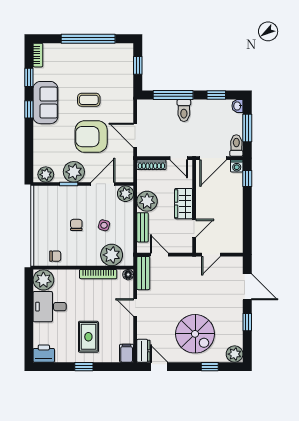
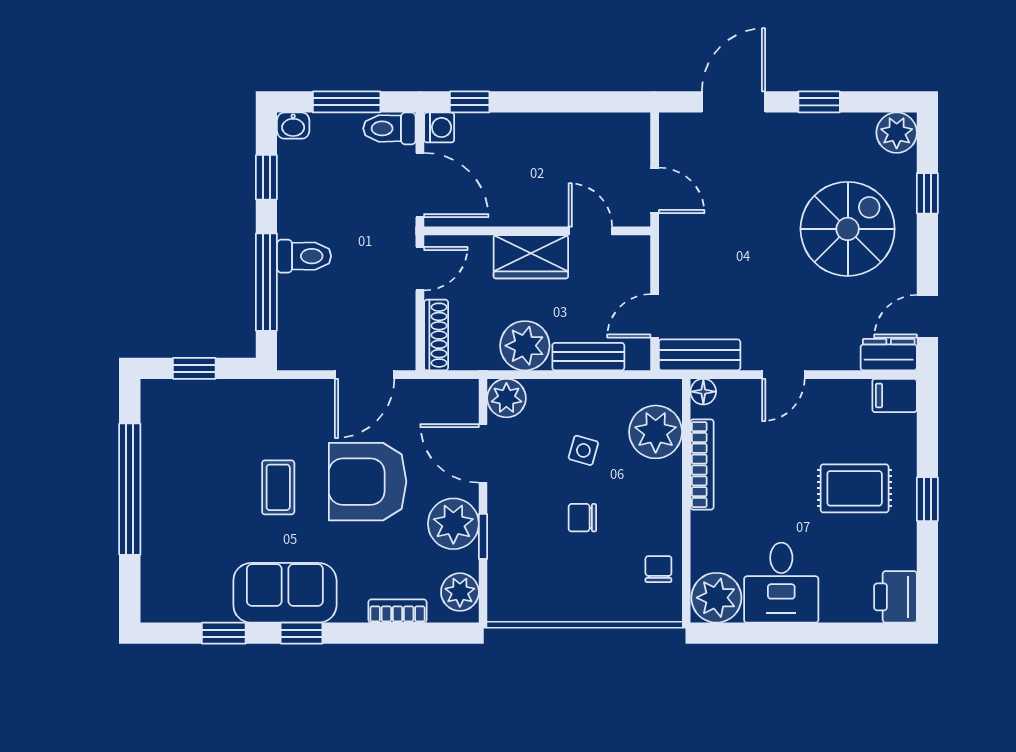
bookcase: (38, 55) -> (397, 611), moved
armchair: (91, 137) -> (368, 482), turned 90

